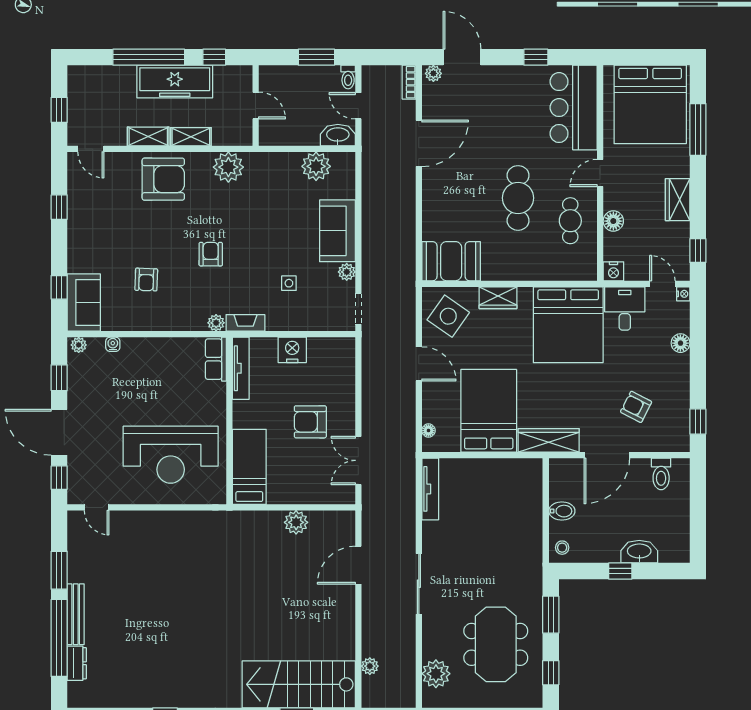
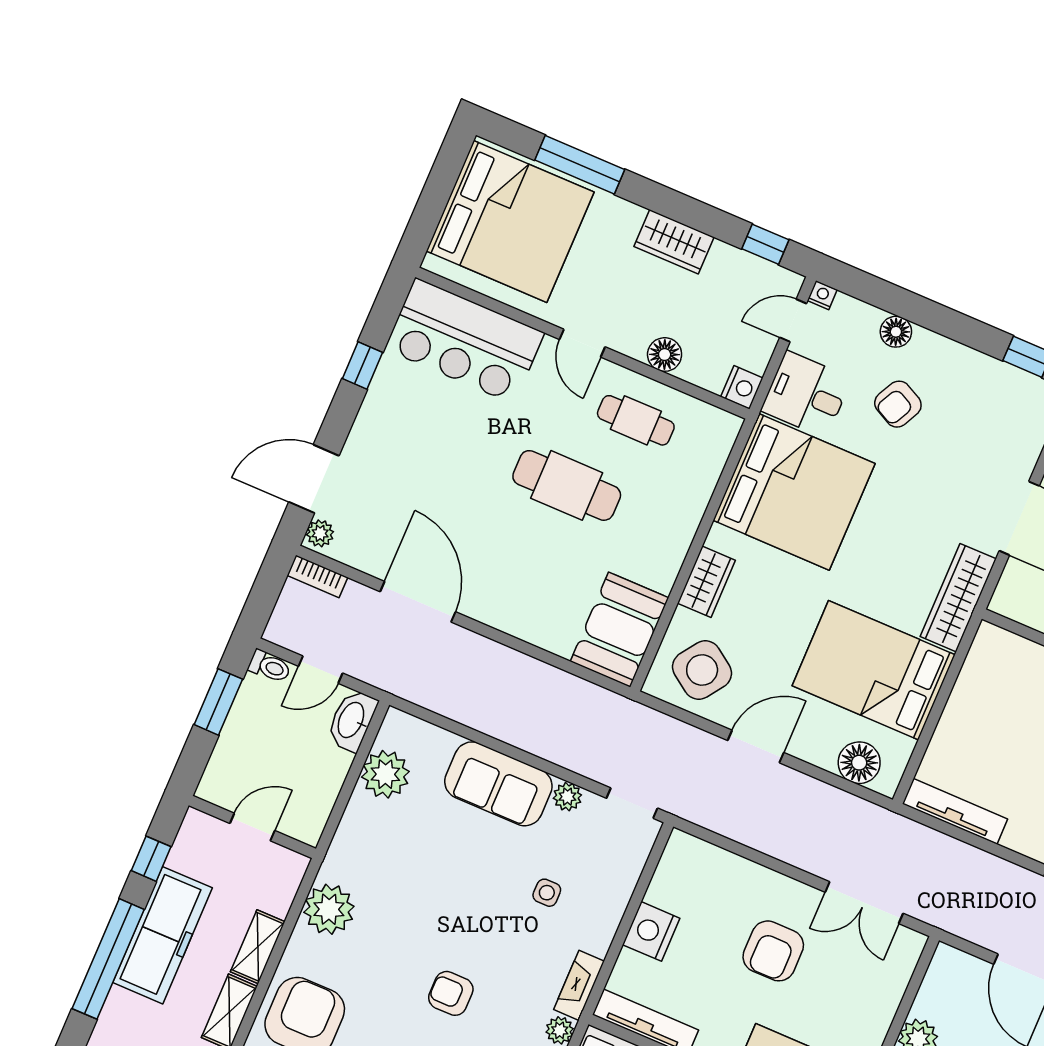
armchair: (636, 407) -> (898, 404), moved
floor lamp: (428, 431) -> (859, 763), width x1.89, depth x1.89

